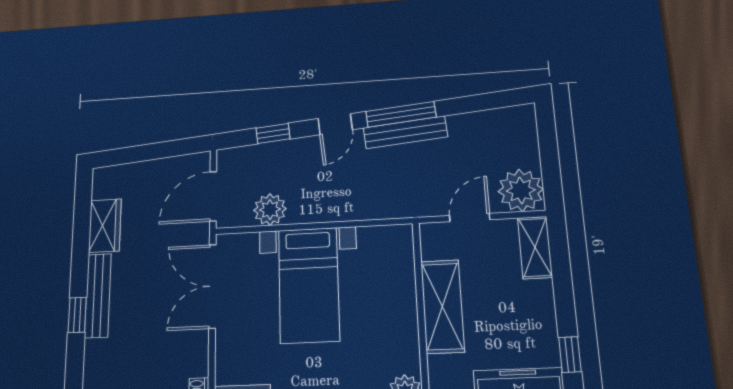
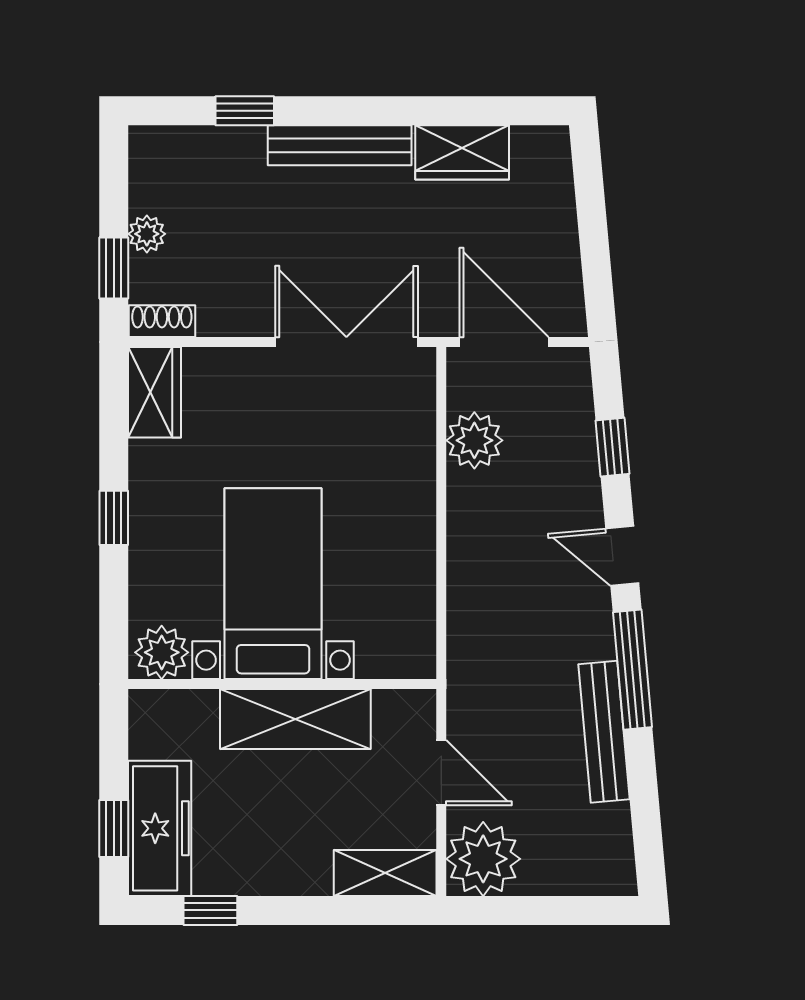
bench: (405, 132) -> (604, 732), moved
bed with nightstands: (309, 285) -> (273, 584), moved, turned 90
window: (77, 315) -> (245, 111), moved

